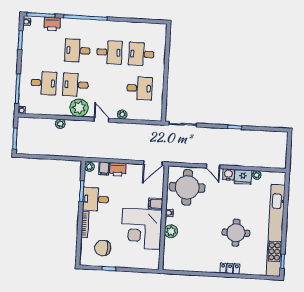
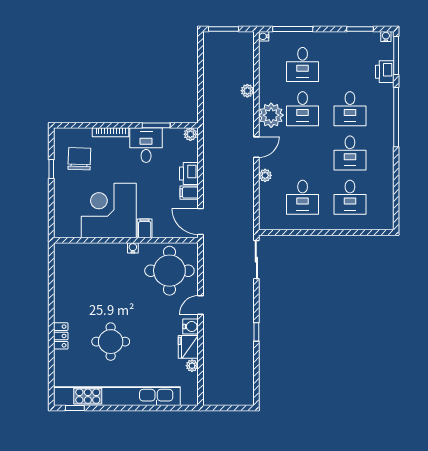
desk: (77, 51) -> (350, 109), turned 180
desk: (141, 54) -> (350, 197), turned 180
desk: (76, 85) -> (303, 109), turned 180
filing cabinet: (104, 168) -> (189, 193), moved
plant: (171, 231) -> (108, 252), removed

